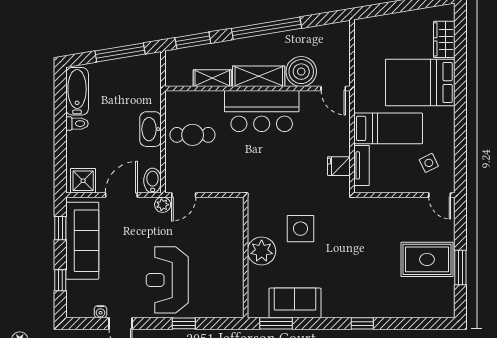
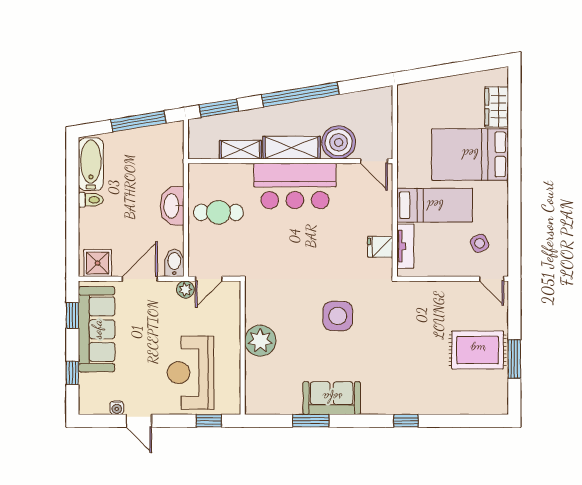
plant: (262, 251) -> (260, 341), moved
wall: (246, 257) -> (243, 348), moved

